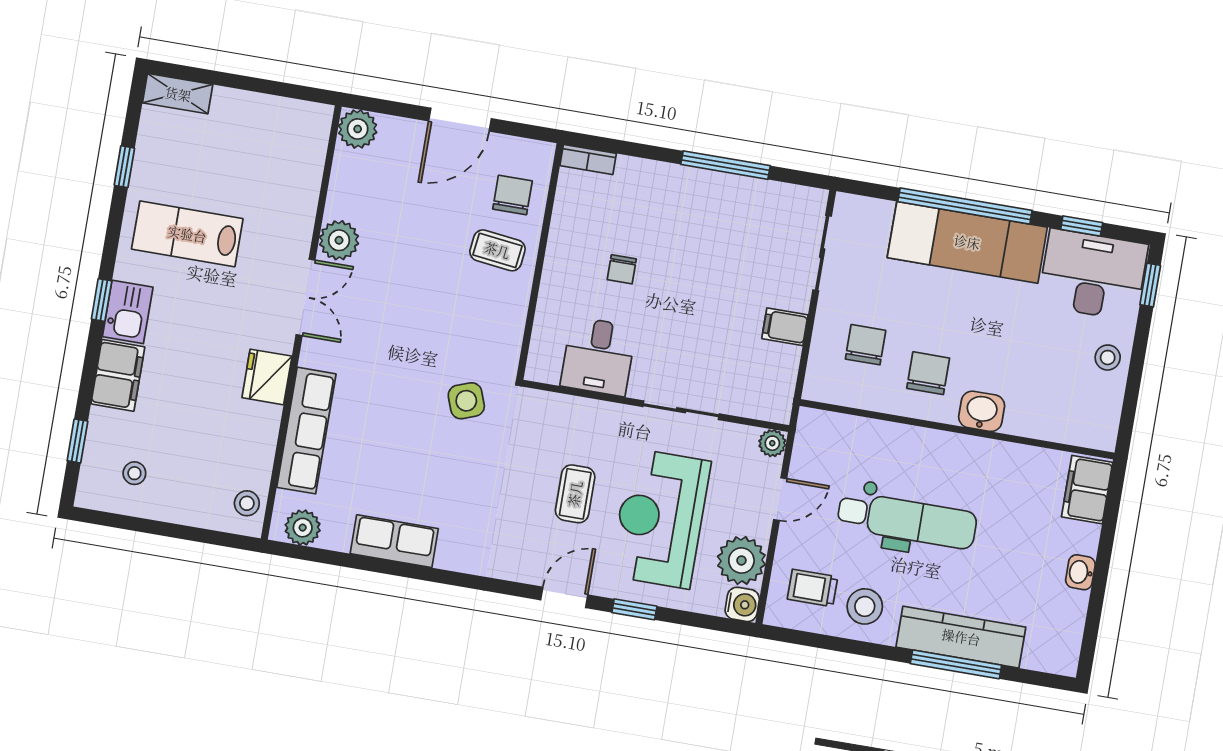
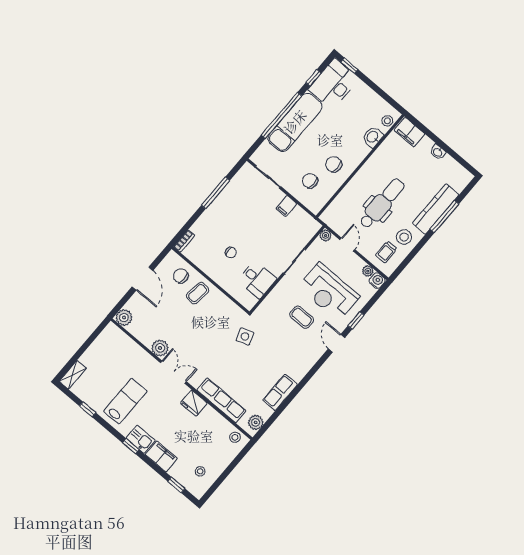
lab bench: (187, 234) -> (125, 401), turned 180
stool: (1108, 358) -> (387, 121), moved
washbasin: (982, 411) -> (373, 137), moved
plant: (741, 560) -> (368, 271), width x0.53, depth x0.53

